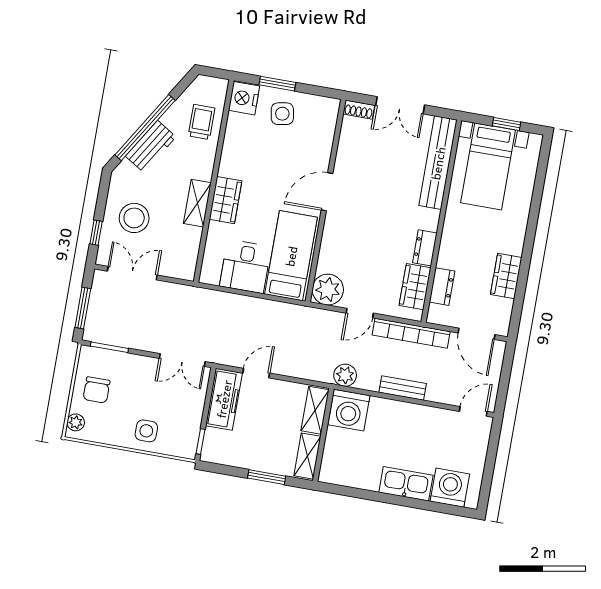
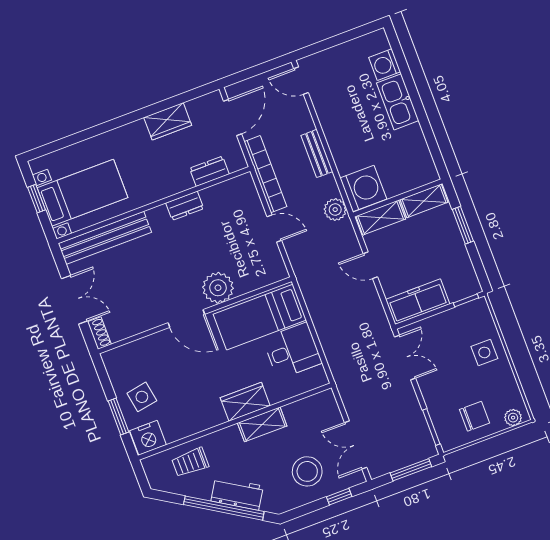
wardrobe: (415, 287) -> (223, 194), removed
plant: (328, 290) -> (218, 288), moved
door: (256, 373) -> (370, 265), moved
washing machine: (450, 488) -> (385, 65), width x0.73, depth x0.73

